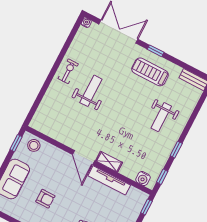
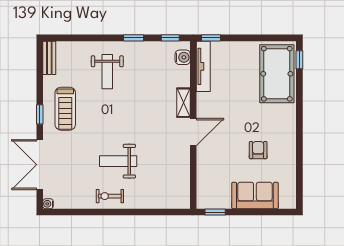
weight bench: (161, 117) -> (107, 72), turned 90
stool: (34, 145) -> (208, 192), removed
tv unit: (109, 180) -> (203, 66), moved

